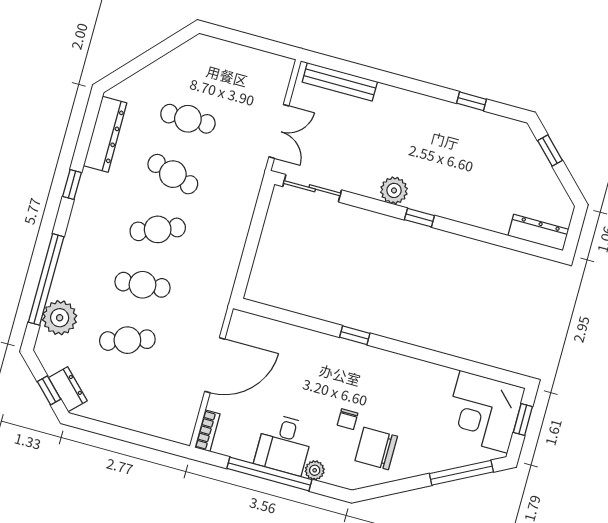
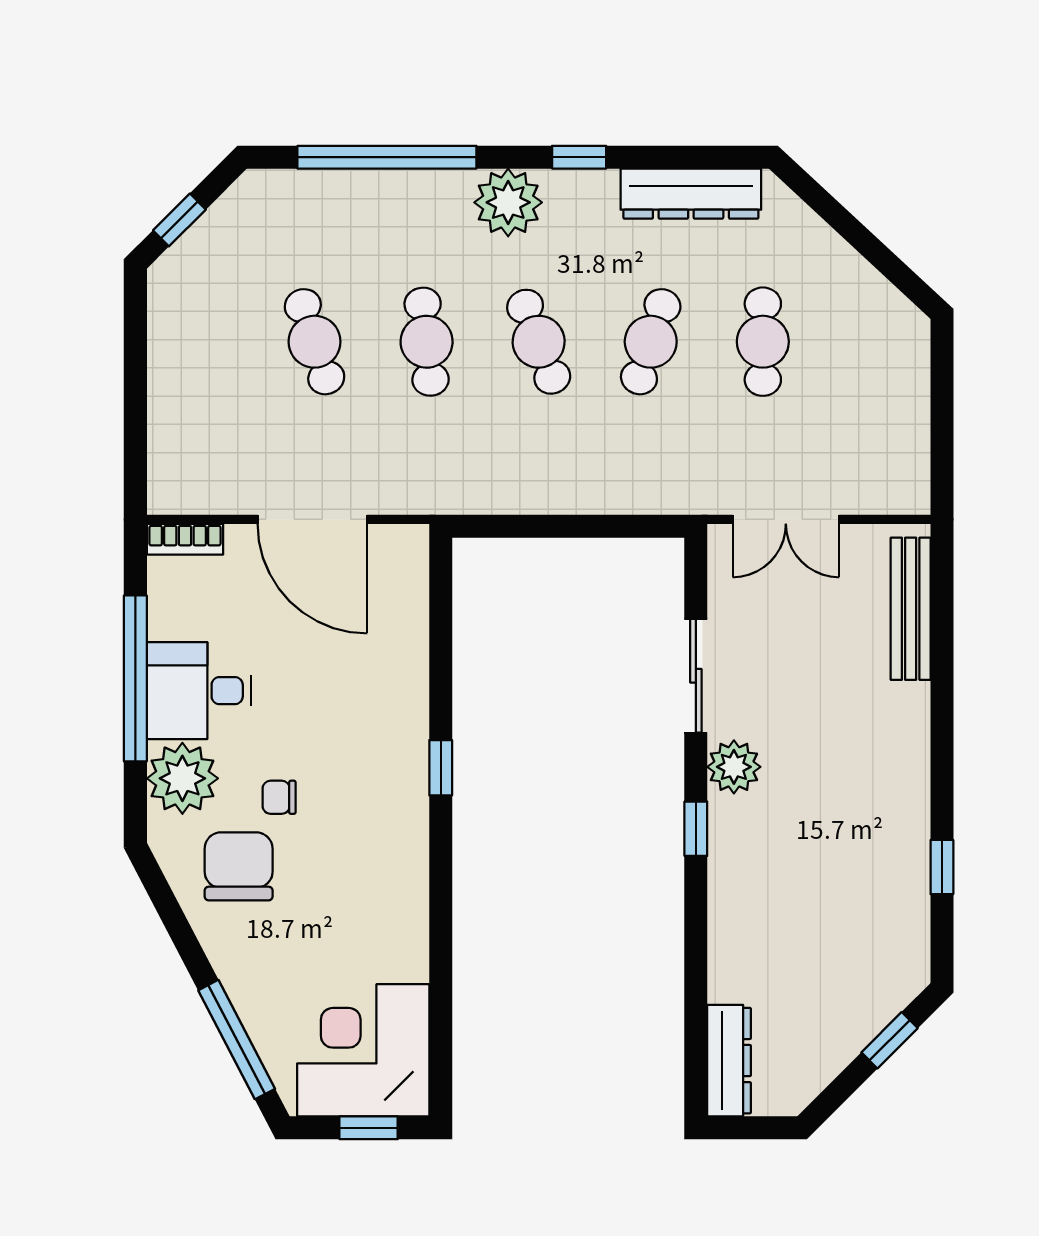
sliding door: (312, 188) -> (696, 676), moved
plant: (60, 318) -> (508, 202), moved
dresser: (68, 389) -> (191, 255), removed
plant: (315, 470) -> (182, 778), width x1.87, depth x1.87

